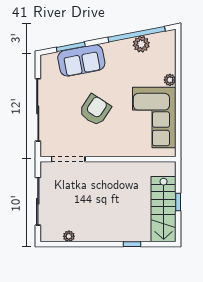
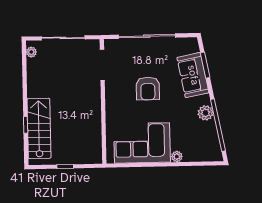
plant: (141, 44) -> (205, 113), moved
armchair: (95, 110) -> (148, 88), turned 57
stairs: (164, 209) -> (39, 128), moved, turned 90
plant: (69, 236) -> (31, 52), moved

